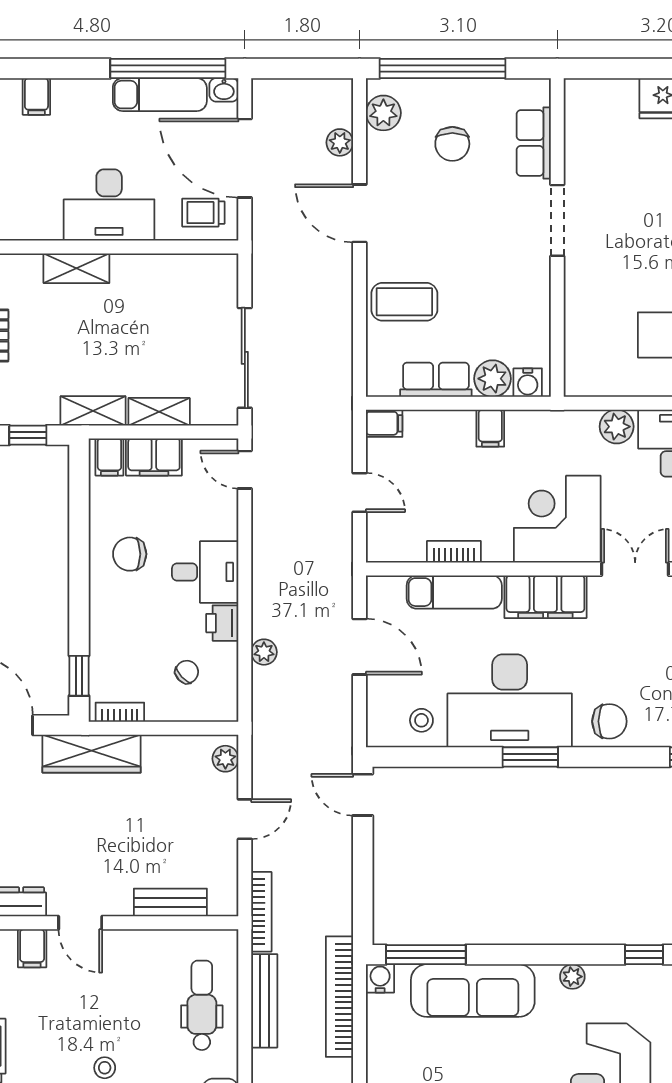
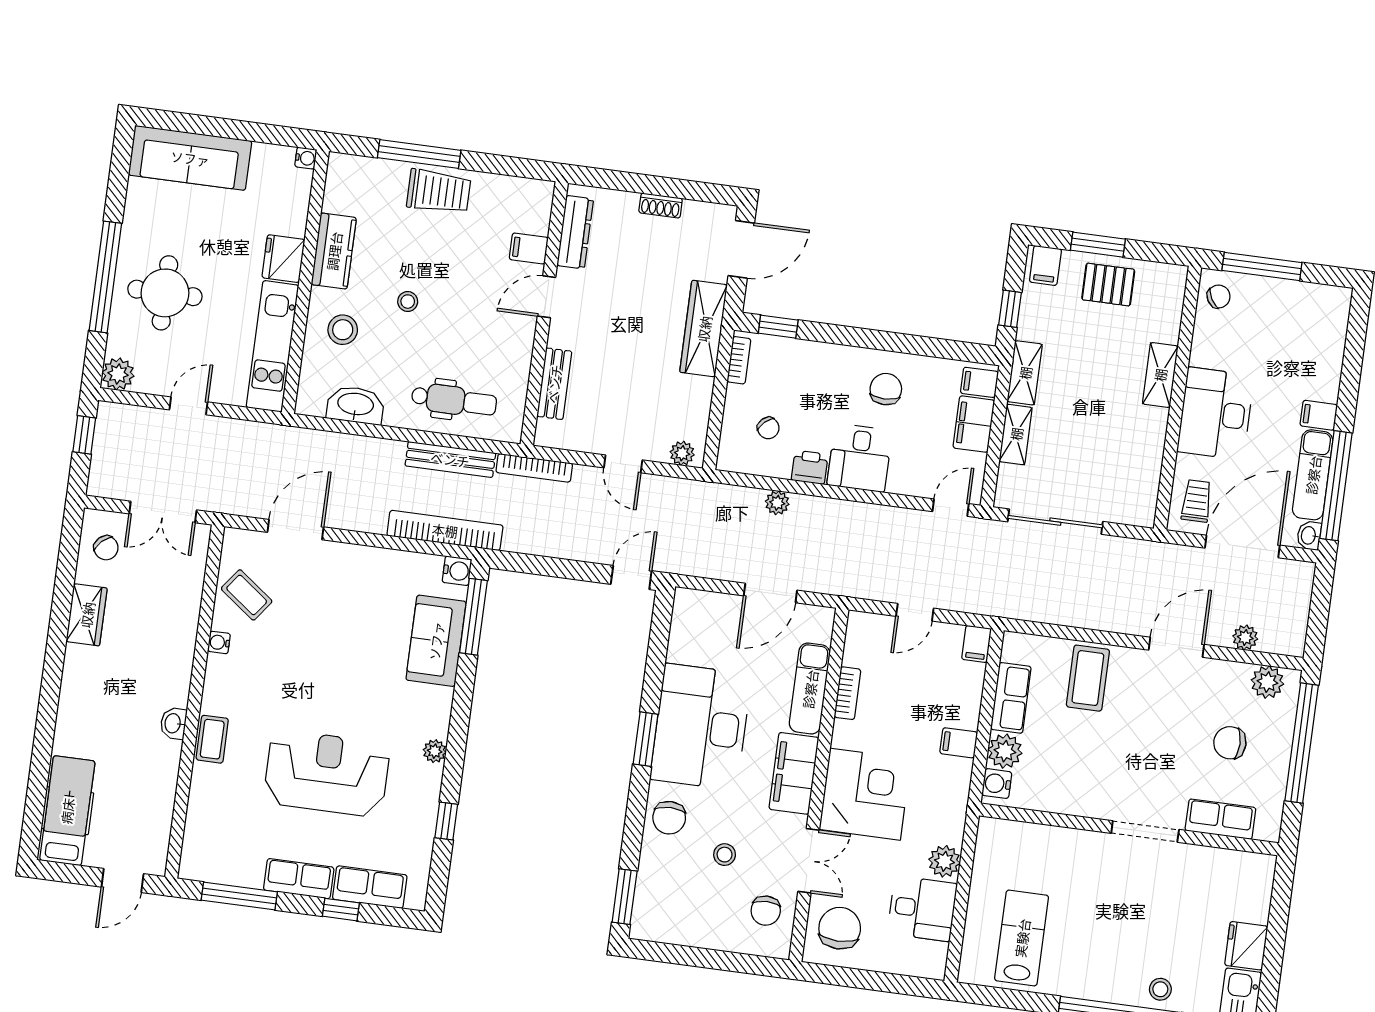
filing cabinet: (36, 96) -> (1319, 415), moved
stool: (421, 720) -> (725, 855), moved
sofa: (473, 991) -> (436, 641), width x0.73

